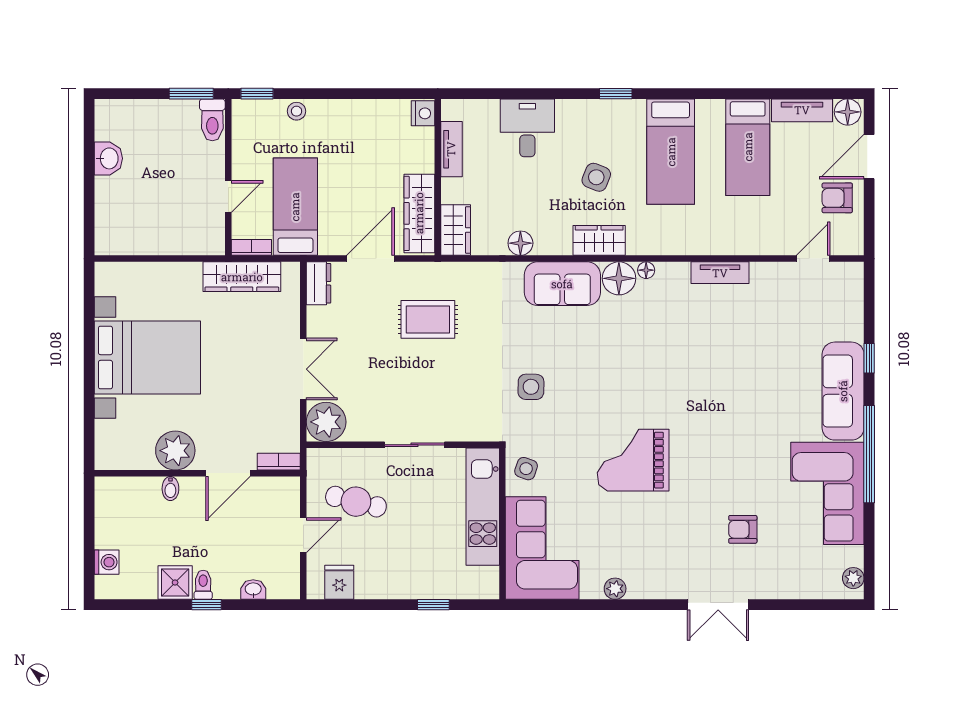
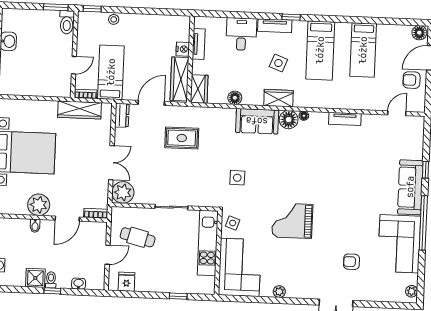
tv unit: (802, 110) -> (275, 26), moved
nightstand: (423, 113) -> (183, 49), moved

